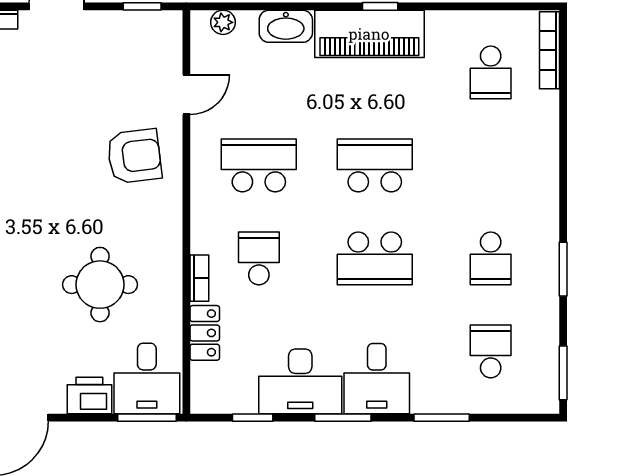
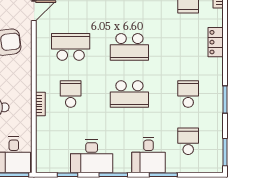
school desk: (375, 165) -> (129, 47), turned 180
school desk: (491, 258) -> (188, 94), turned 180
locker: (205, 333) -> (216, 42), moved, turned 180
desk: (377, 379) -> (148, 155), moved

